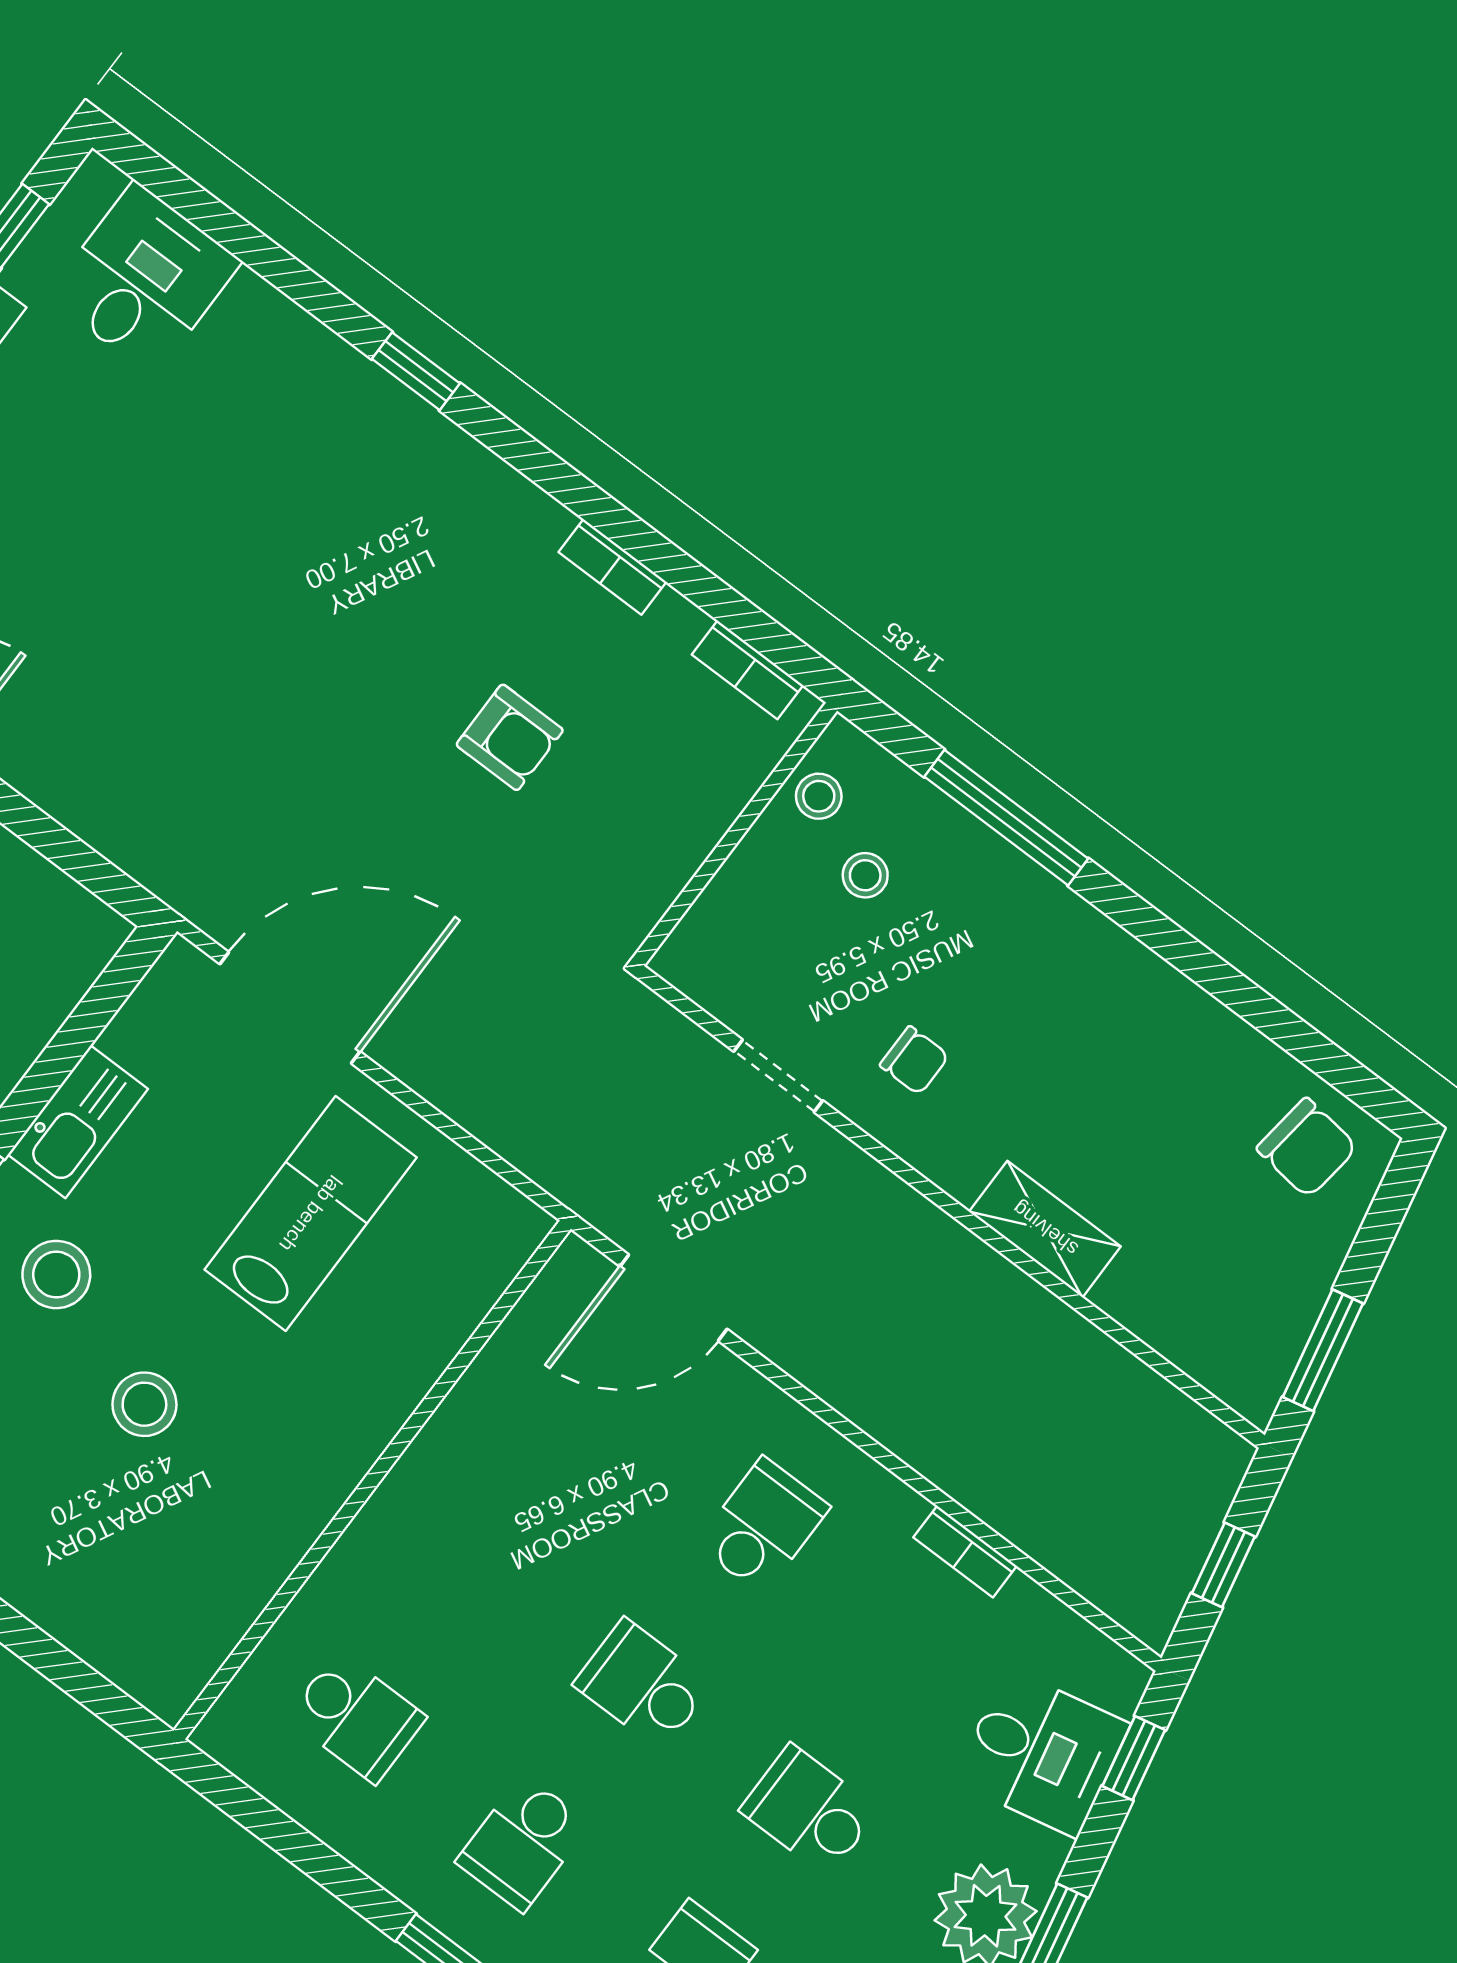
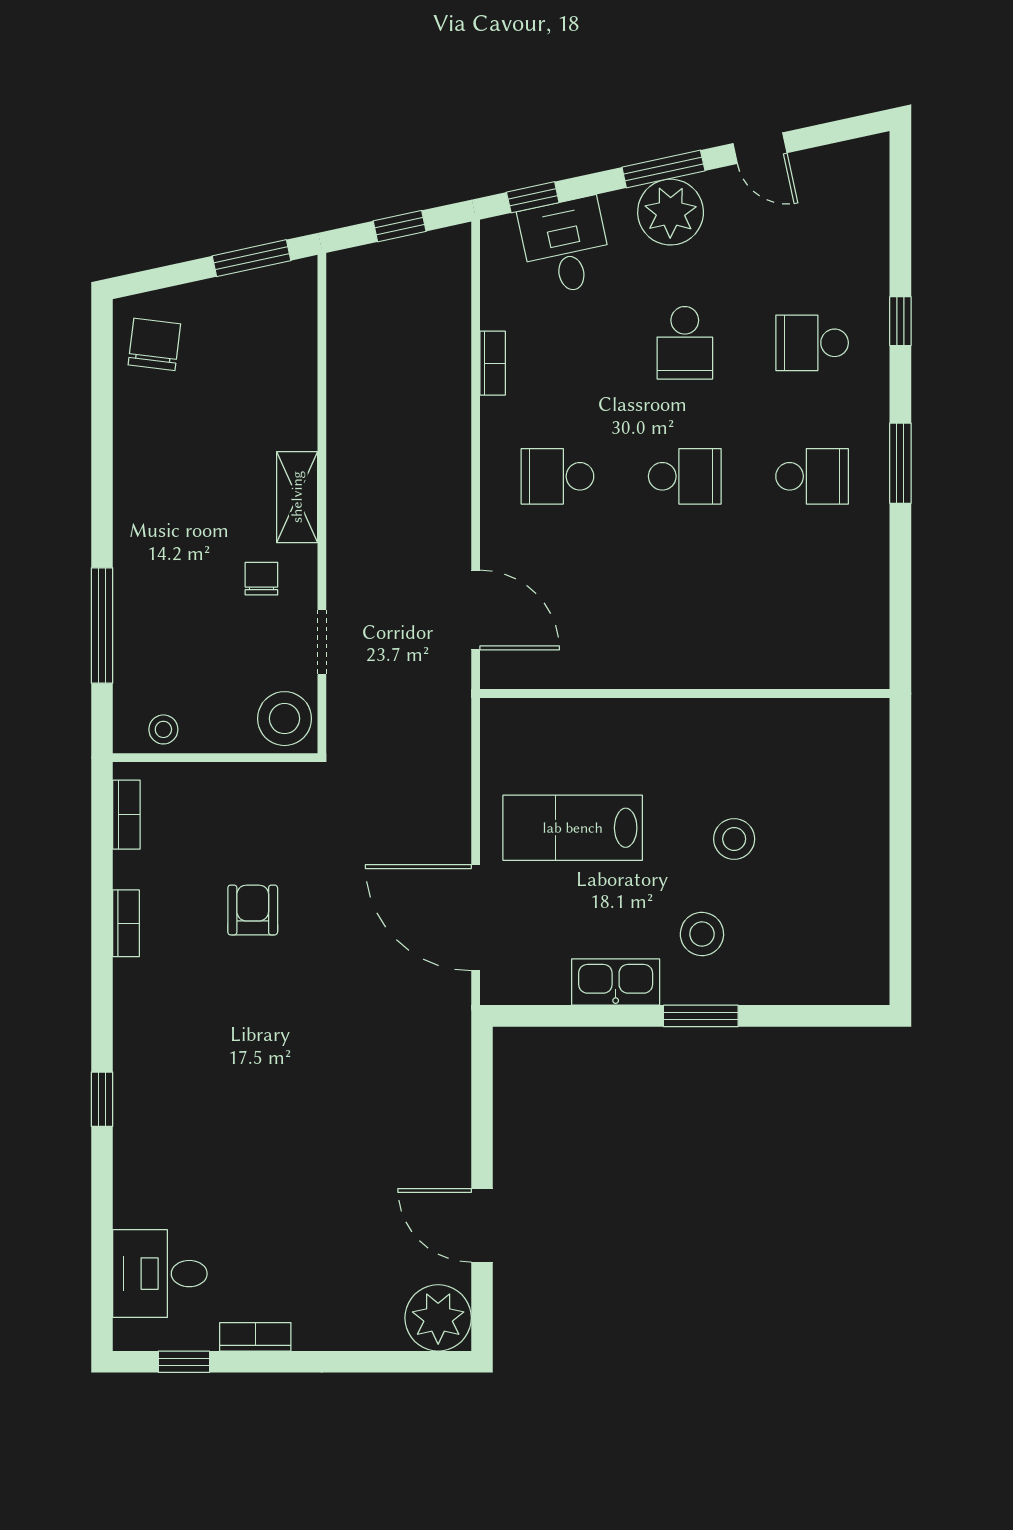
stool: (865, 875) -> (285, 719), moved, width x1.89, depth x1.89
shelving: (1045, 1229) -> (297, 497), moved
school desk: (643, 1684) -> (685, 476), turned -90
school desk: (357, 1717) -> (812, 610), removed

